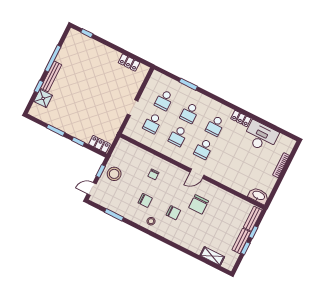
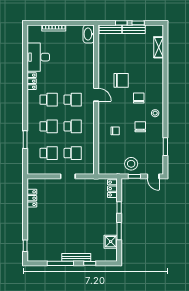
shower: (43, 98) -> (111, 242), moved

